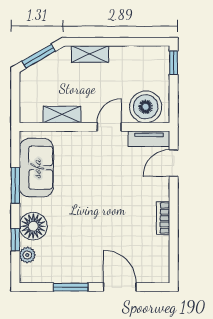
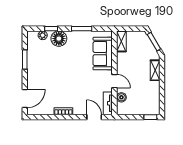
boiler: (146, 107) -> (121, 97), width x0.54, depth x0.54
shelving: (62, 114) -> (121, 41), moved
sofa: (36, 168) -> (103, 54), moved, turned 90
door: (120, 287) -> (25, 98), moved

